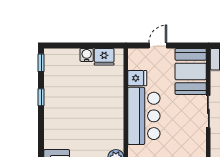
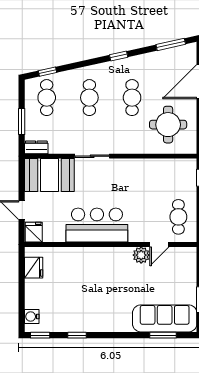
water cooler: (87, 55) -> (32, 317), moved
fridge: (137, 78) -> (34, 232), moved

